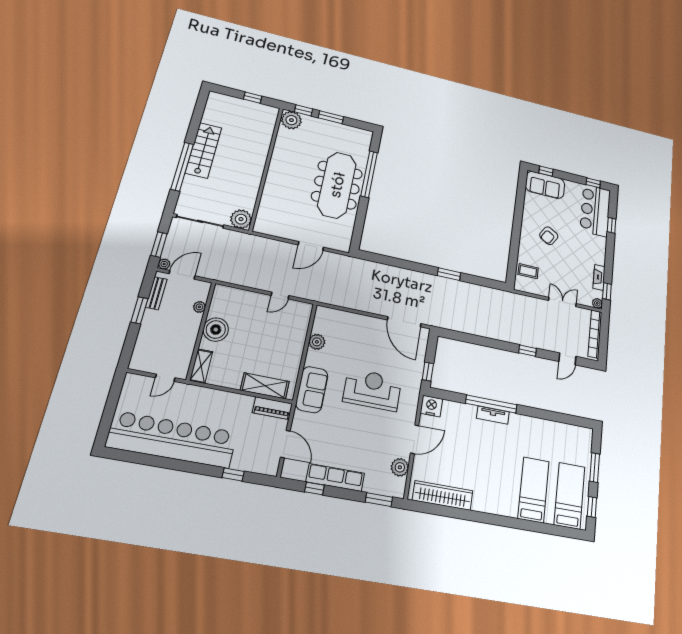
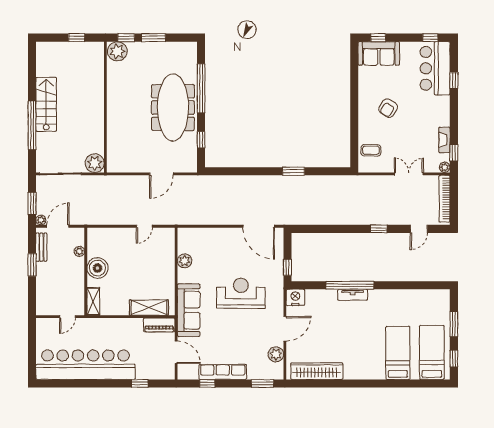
window: (360, 222) -> (201, 140), added
sofa: (312, 390) -> (189, 310), width x1.36

